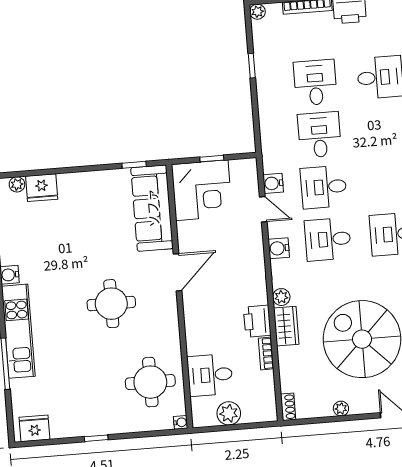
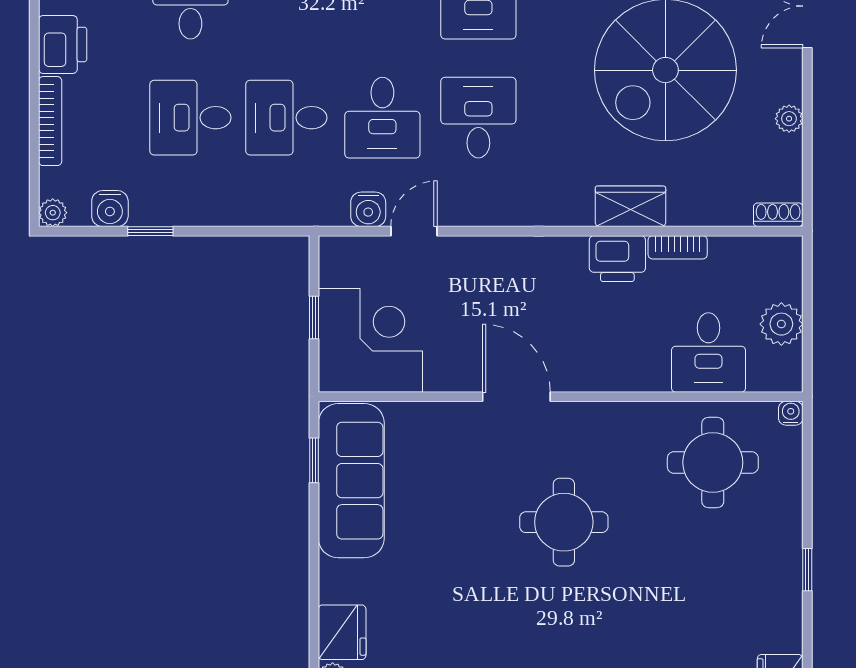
sofa: (152, 208) -> (351, 481), moved, turned -90
desk: (328, 239) -> (478, 118), turned 180
water cooler: (279, 248) -> (110, 209), moved
plant: (281, 297) -> (577, 211), removed

